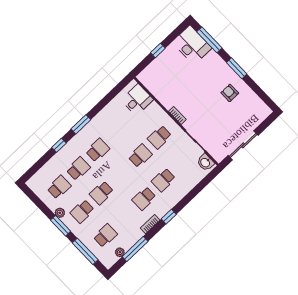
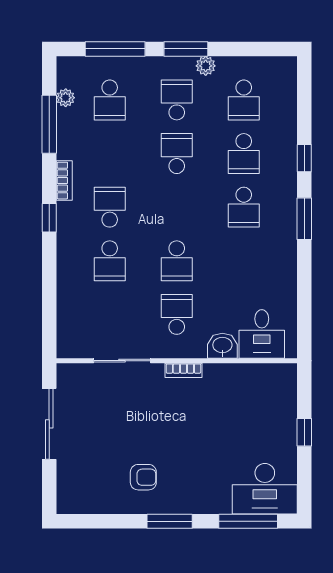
washbasin: (205, 162) -> (222, 346), moved
school desk: (163, 180) -> (110, 261), turned 180

